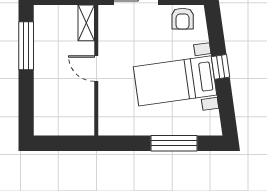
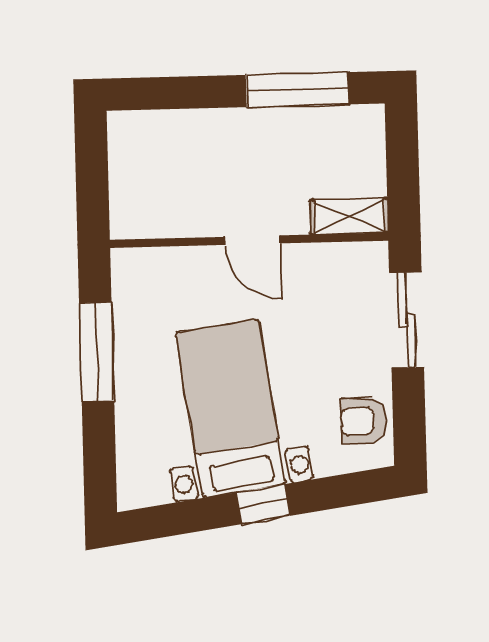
door: (96, 69) -> (253, 240), swing flipped
window: (174, 143) -> (97, 352), moved

